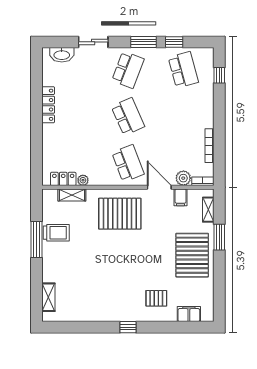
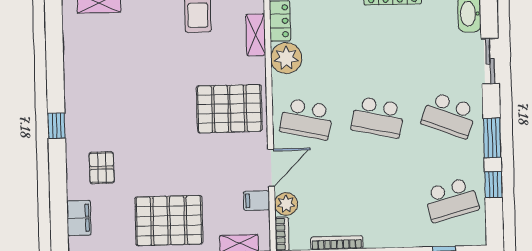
school desk: (128, 117) -> (378, 117), turned 36
school desk: (128, 163) -> (307, 119), turned 33
plant: (83, 180) -> (286, 58), width x1.87, depth x1.87
pallet: (120, 214) -> (229, 109), turned 90

